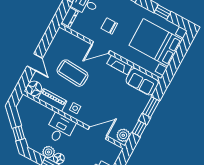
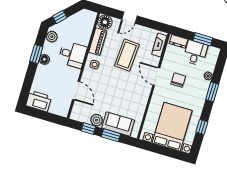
fireplace: (119, 65) -> (159, 45), moved
sofa: (142, 82) -> (118, 124), moved, turned 90
plant: (123, 135) -> (97, 120), moved
plant: (49, 152) -> (52, 37), moved

